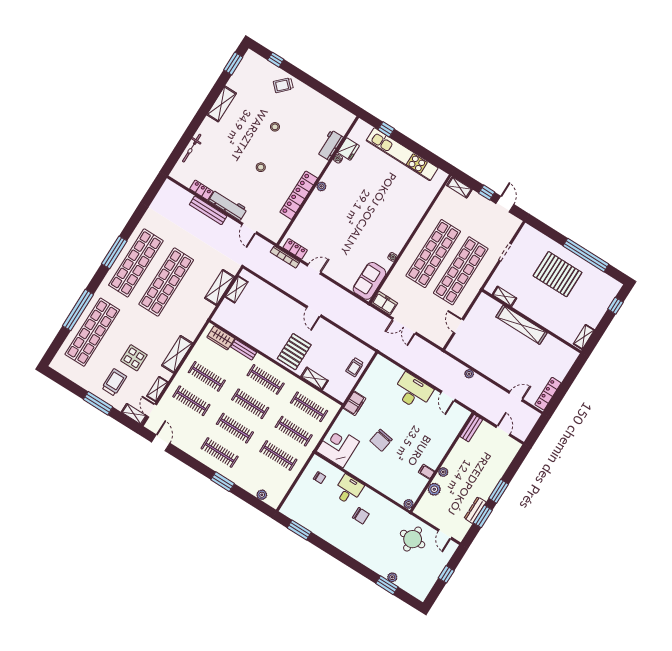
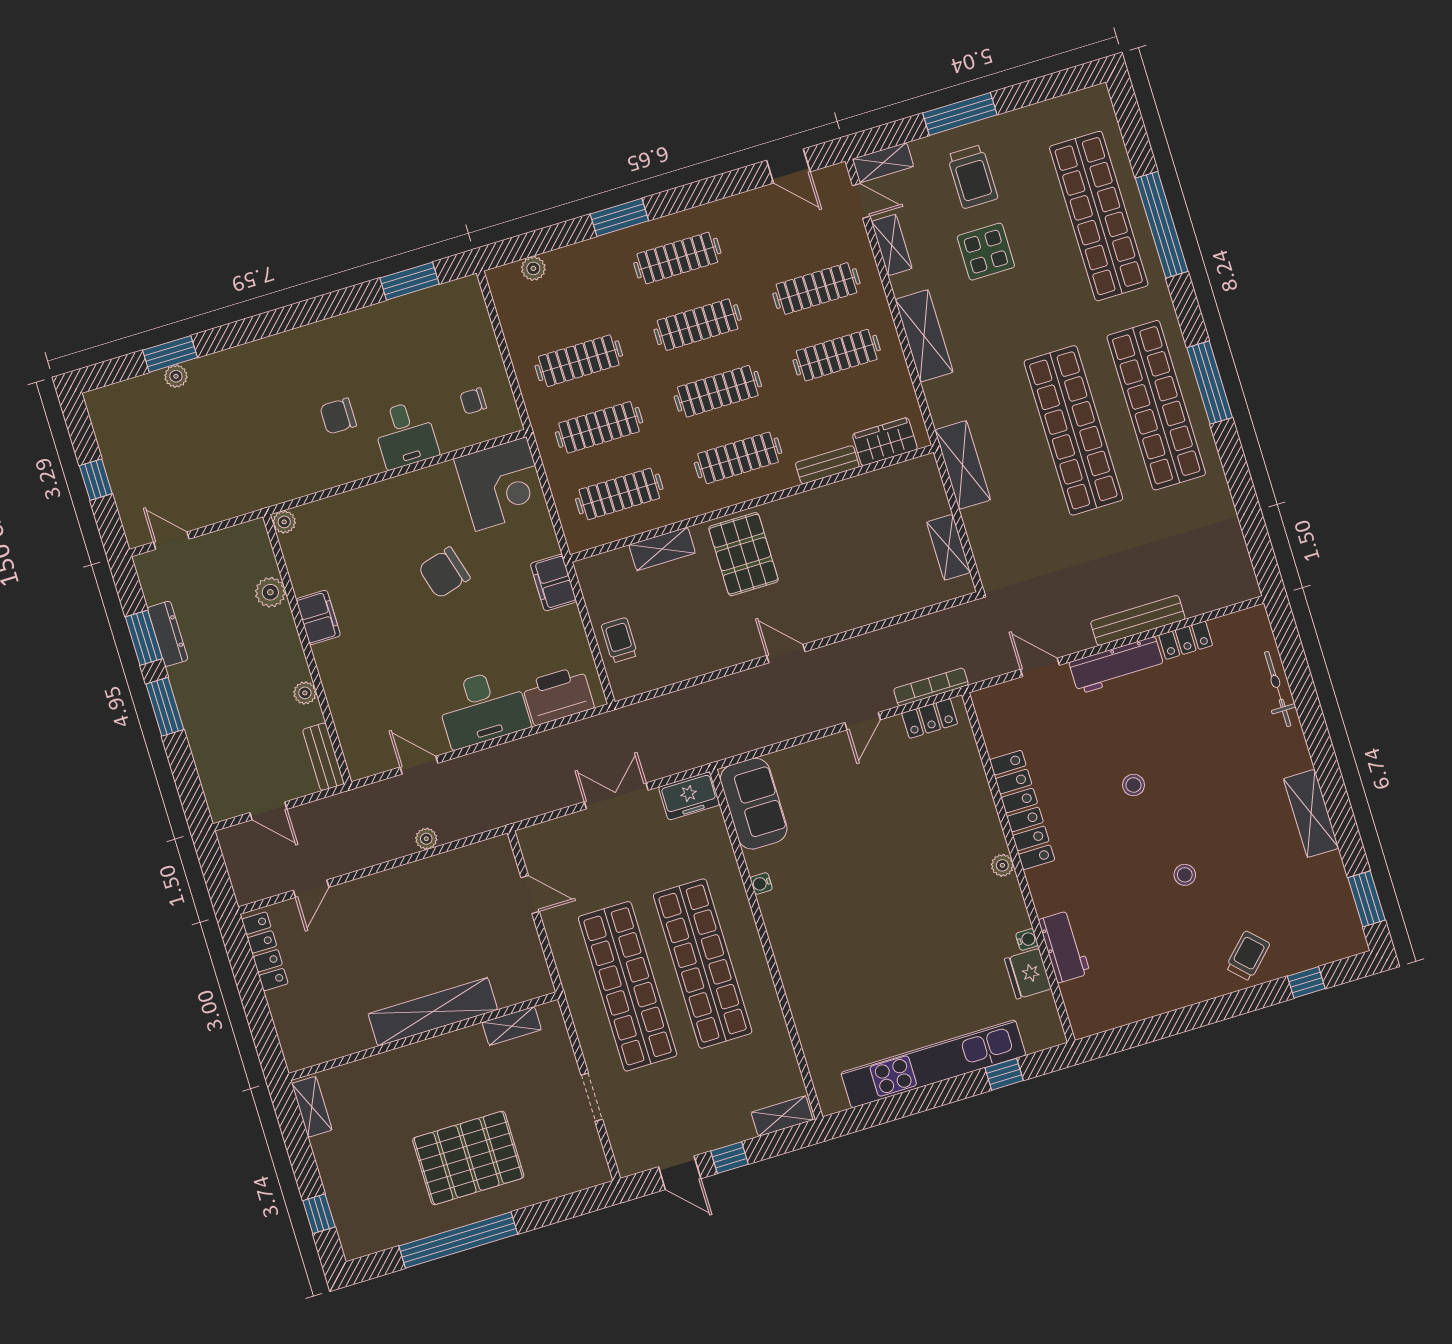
shelving: (219, 287) -> (963, 465), moved
printer: (389, 371) -> (558, 695), added
chair: (381, 440) -> (444, 573), turned -115
filing cabinet: (426, 472) -> (318, 617), width x2.00
plant: (443, 472) -> (305, 693), moved
round table: (413, 539) -> (214, 474), removed

